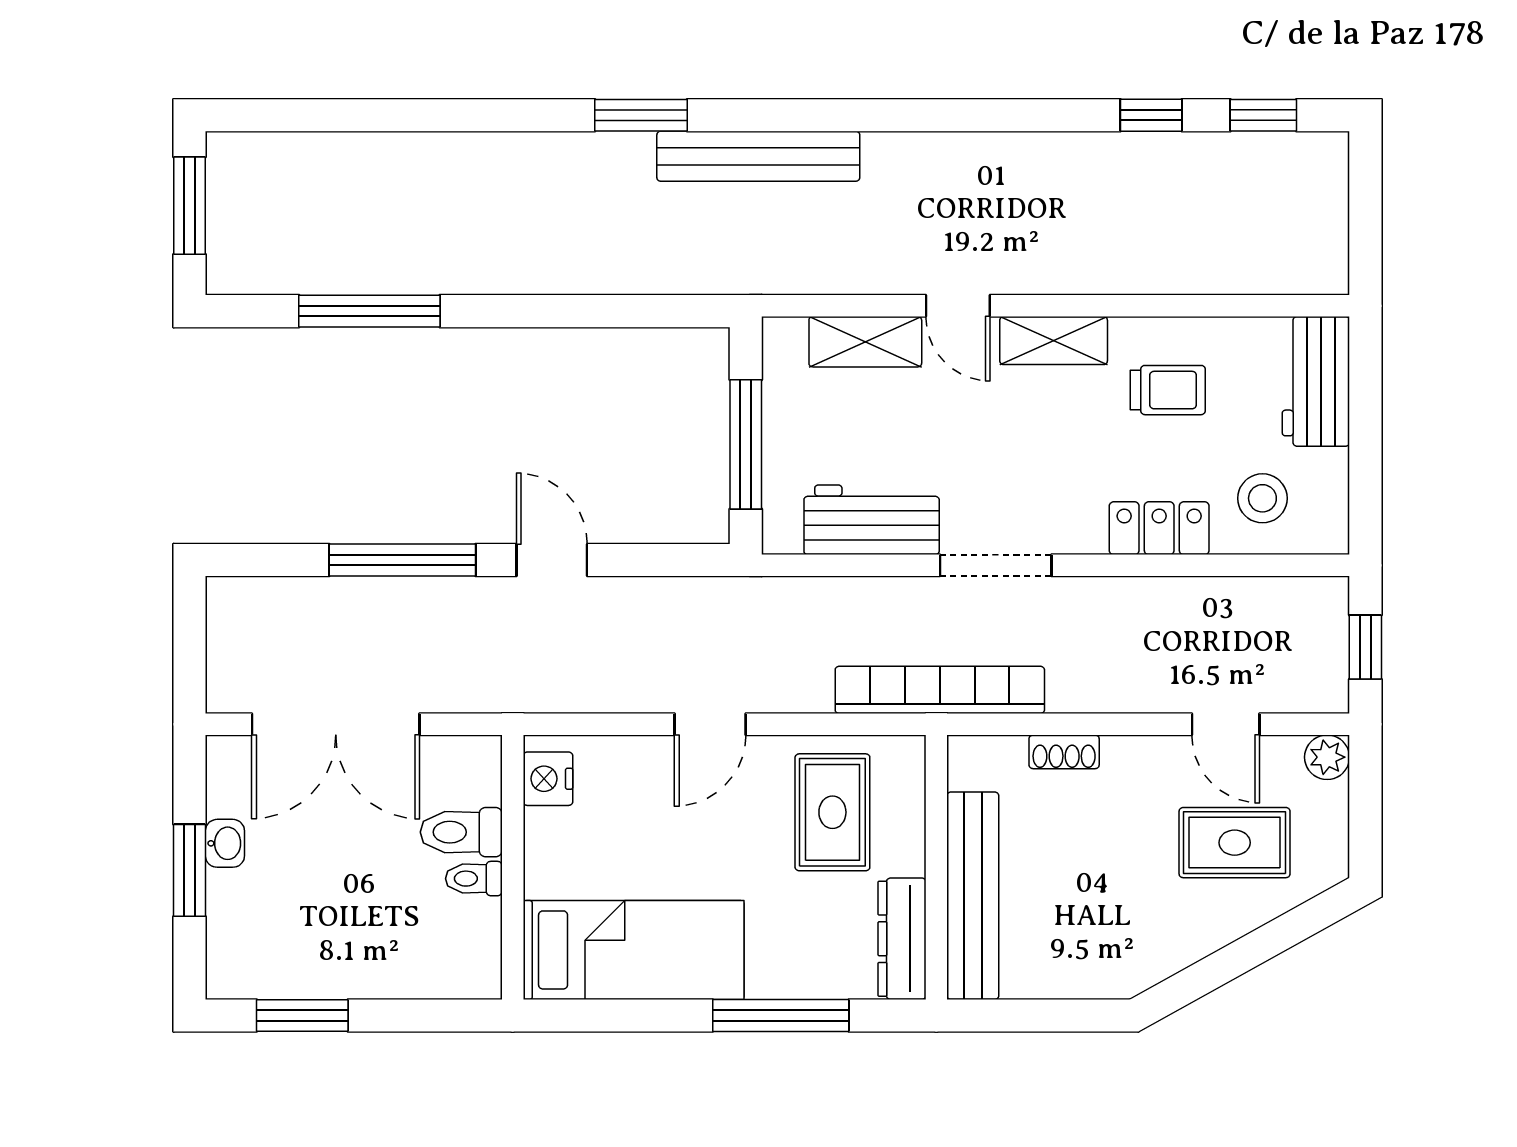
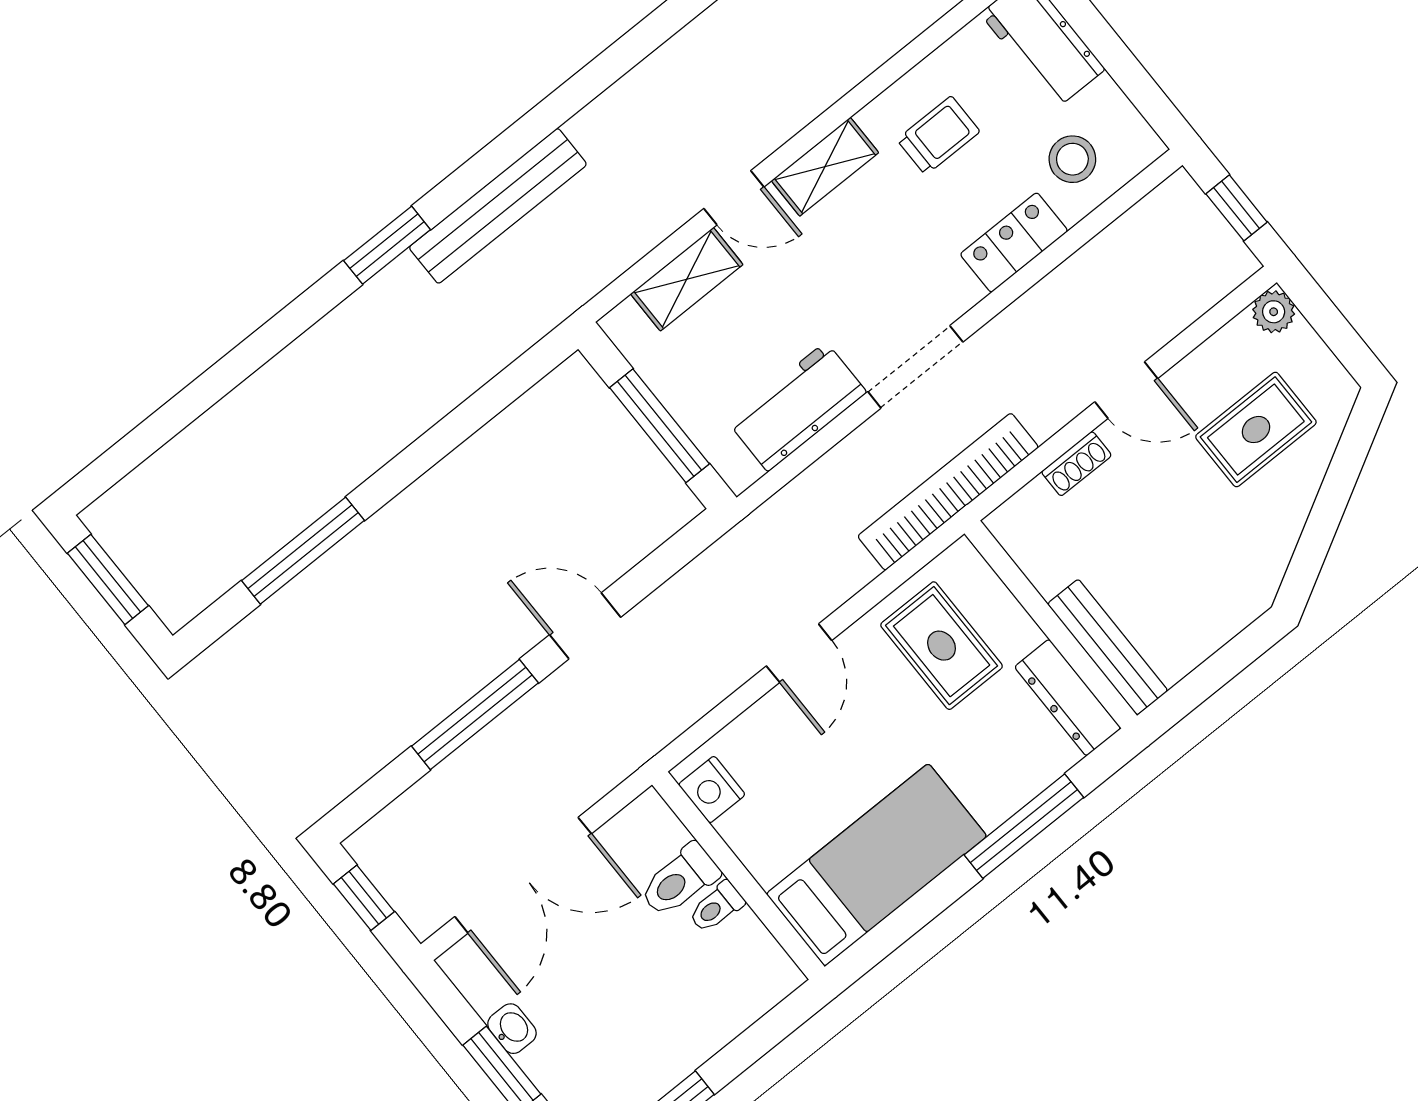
window: (190, 637) -> (364, 898), added
door: (1226, 724) -> (1126, 390), moved
bench: (973, 896) -> (1108, 647), width x0.73, depth x0.82

